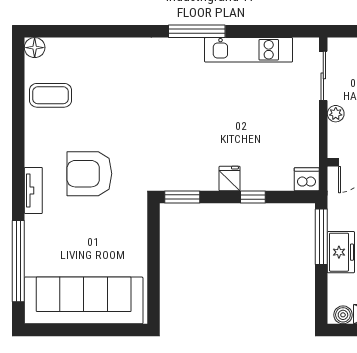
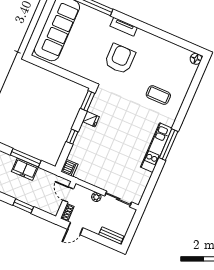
kitchen unit: (249, 50) -> (156, 148), moved
coffee table: (50, 95) -> (158, 95), moved, turned 90
fridge: (230, 179) -> (91, 119), moved
window: (321, 237) -> (26, 158), moved

